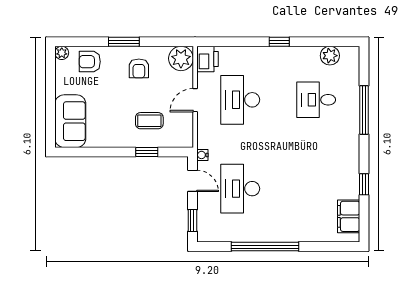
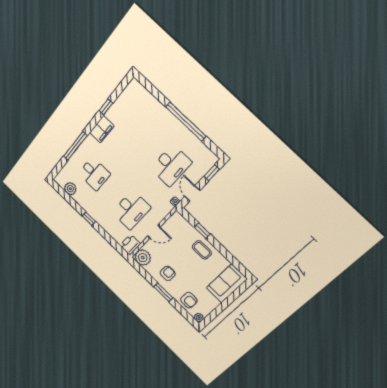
coffee table: (149, 121) -> (202, 250), moved
filing cabinet: (349, 216) -> (102, 129), moved

